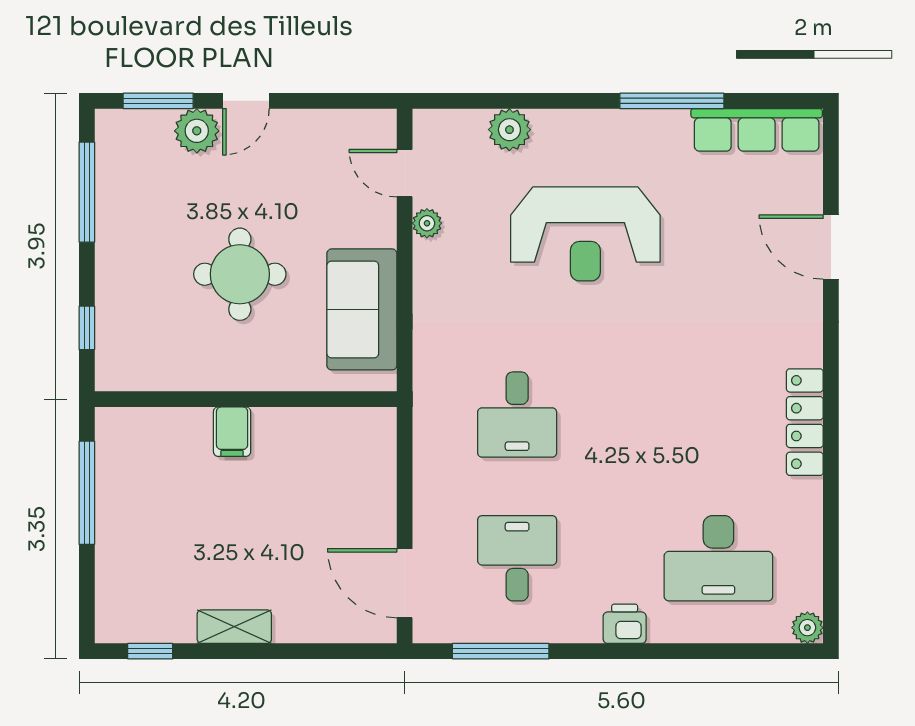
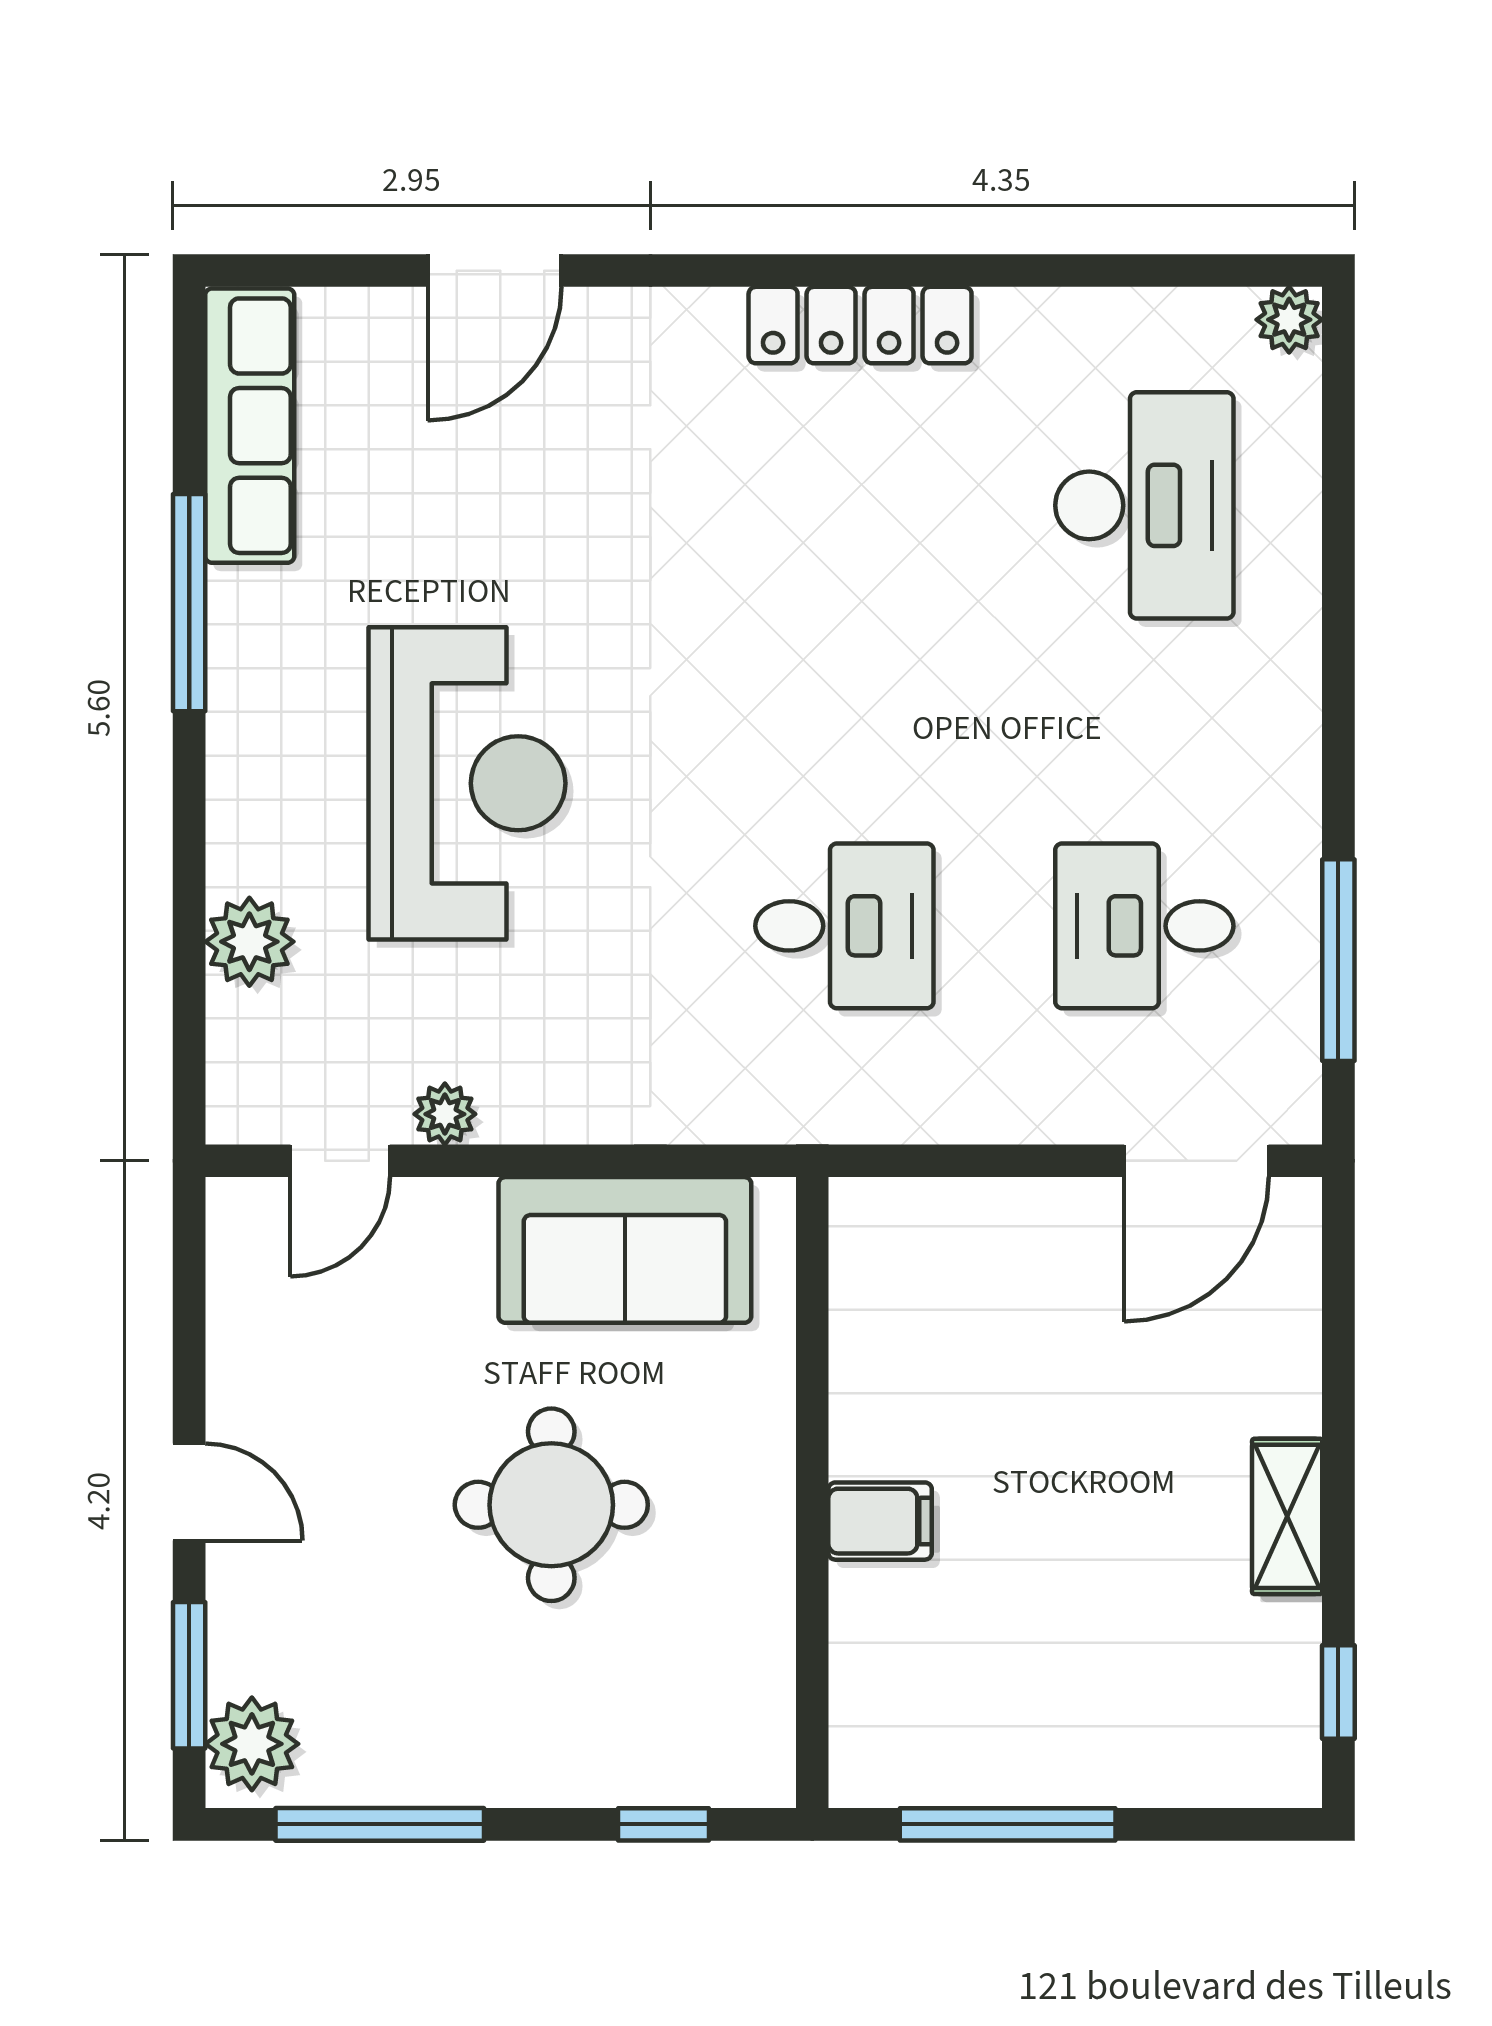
plant: (197, 131) -> (252, 1744), moved
printer: (625, 624) -> (1281, 701), removed

